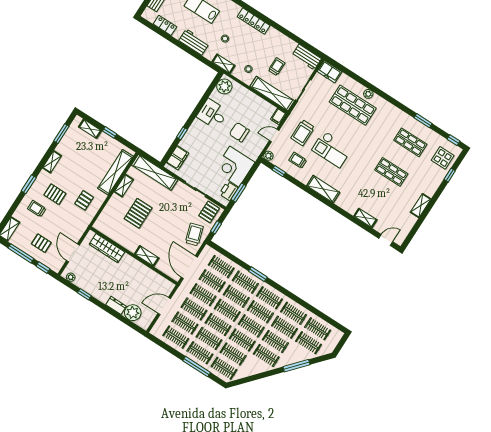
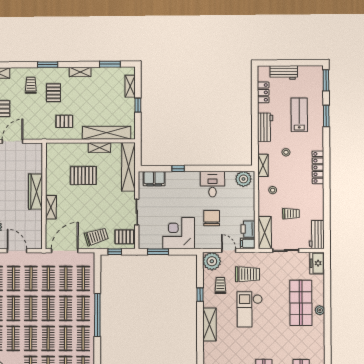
shelving: (272, 94) -> (265, 233), width x0.68
trolley: (303, 133) -> (248, 274), turned 180
plant: (268, 156) -> (212, 261), width x1.88, depth x1.88
window: (279, 171) -> (200, 295), moved
printer: (229, 191) -> (248, 229), moved, turned -90
wardrobe: (107, 248) -> (35, 192), moved
window: (258, 274) -> (97, 315), width x2.11

